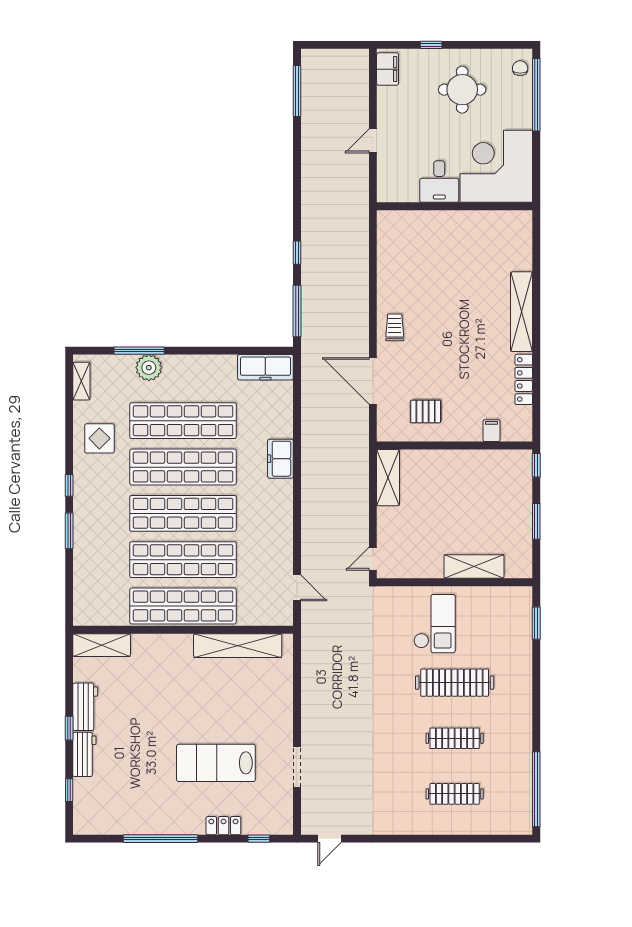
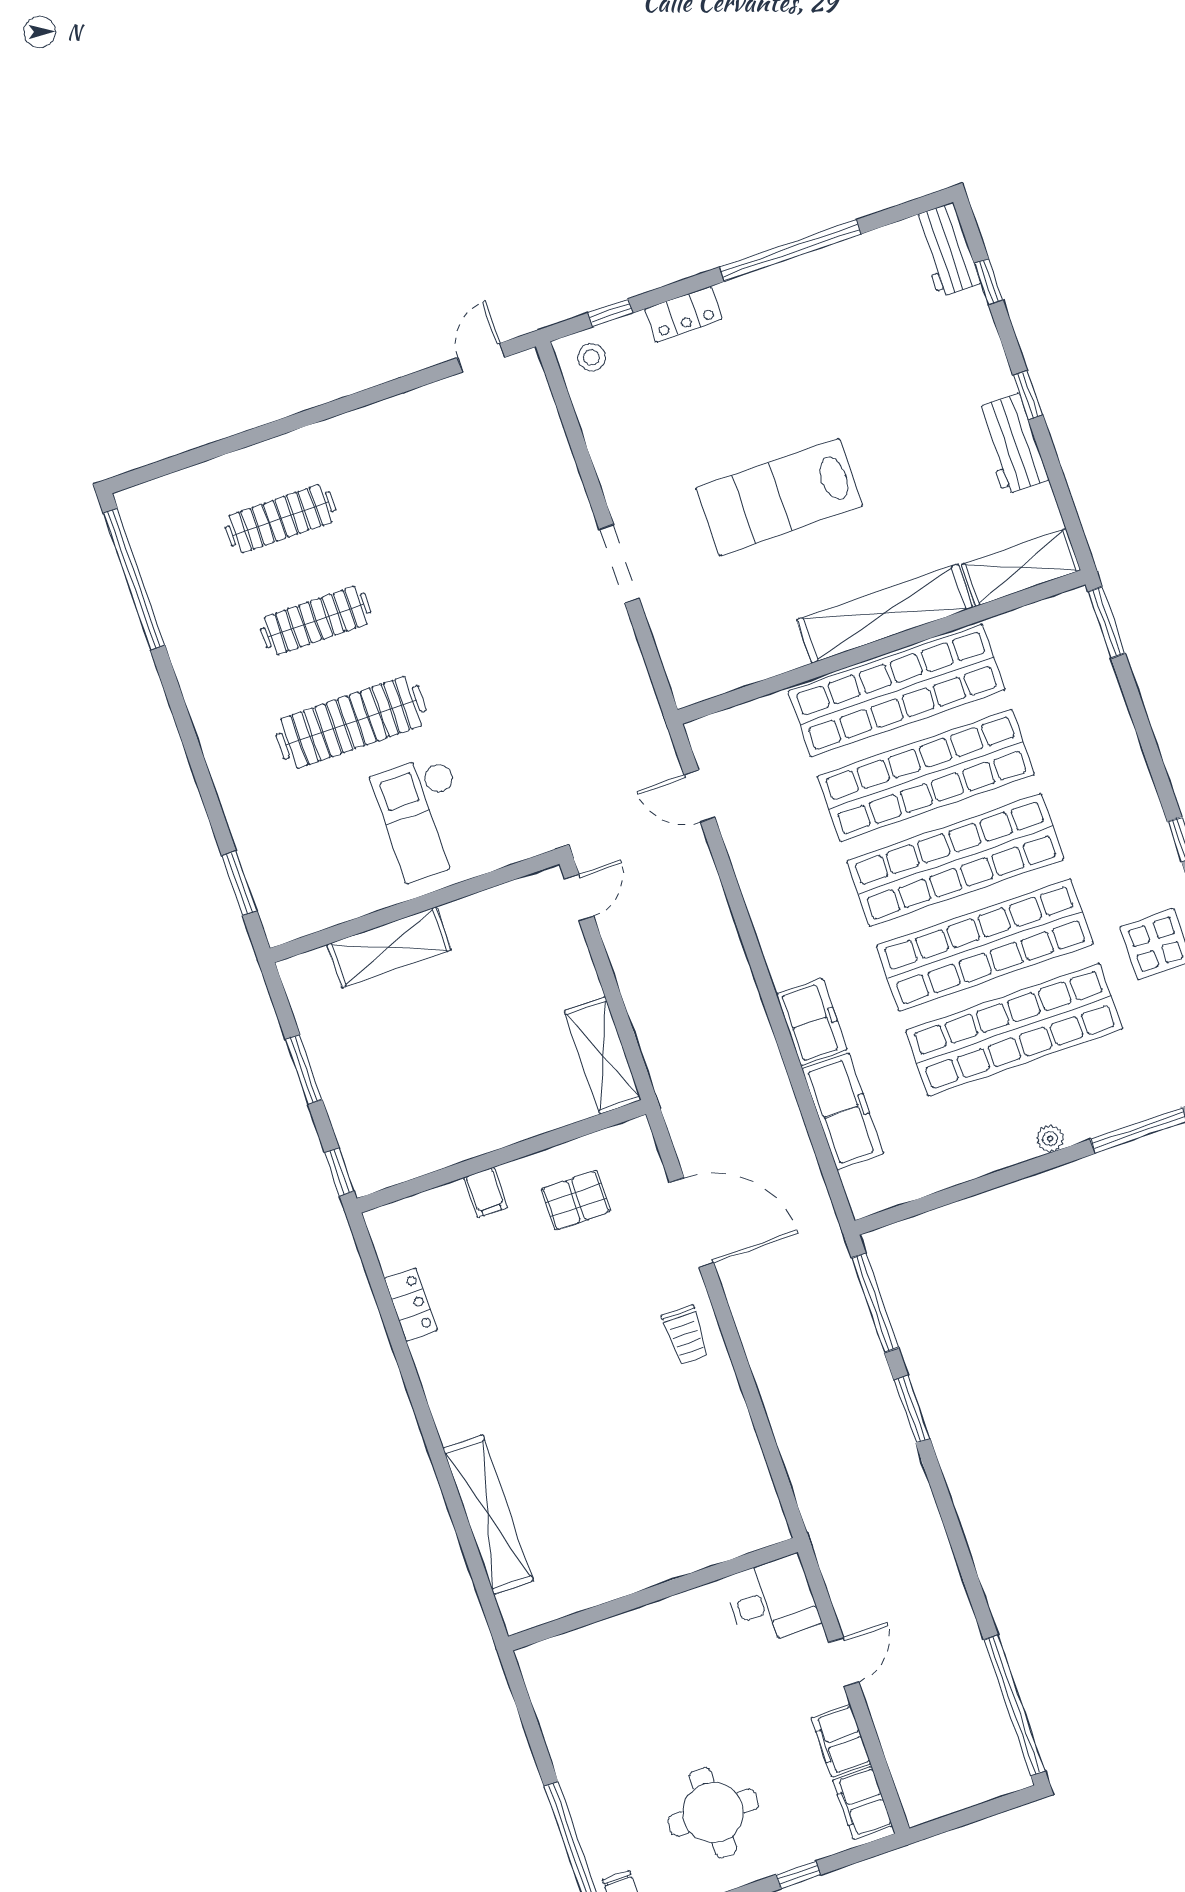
window: (297, 91) -> (1014, 1705), width x1.46
filing cabinet: (388, 103) -> (841, 1741), added
corner desk: (496, 166) -> (602, 1694), removed
desk: (439, 182) -> (772, 1601), moved, turned 90
window: (297, 253) -> (912, 1409), width x1.50
shelving: (522, 312) -> (488, 1515), moved
freezer: (265, 367) -> (843, 1111), moved, turned 90
plant: (149, 368) -> (1050, 1139), moved, width x0.53, depth x0.53
locker: (524, 379) -> (411, 1305), width x0.66
filing cabinet: (491, 431) -> (486, 1192), moved
window: (69, 531) -> (1107, 622), moved
shelving: (238, 646) -> (885, 614), moved
workbench: (84, 754) -> (946, 250), moved
lab bench: (216, 763) -> (779, 497), moved, turned 180
doorway: (297, 767) -> (619, 564), moved
stool: (276, 820) -> (591, 357), added

